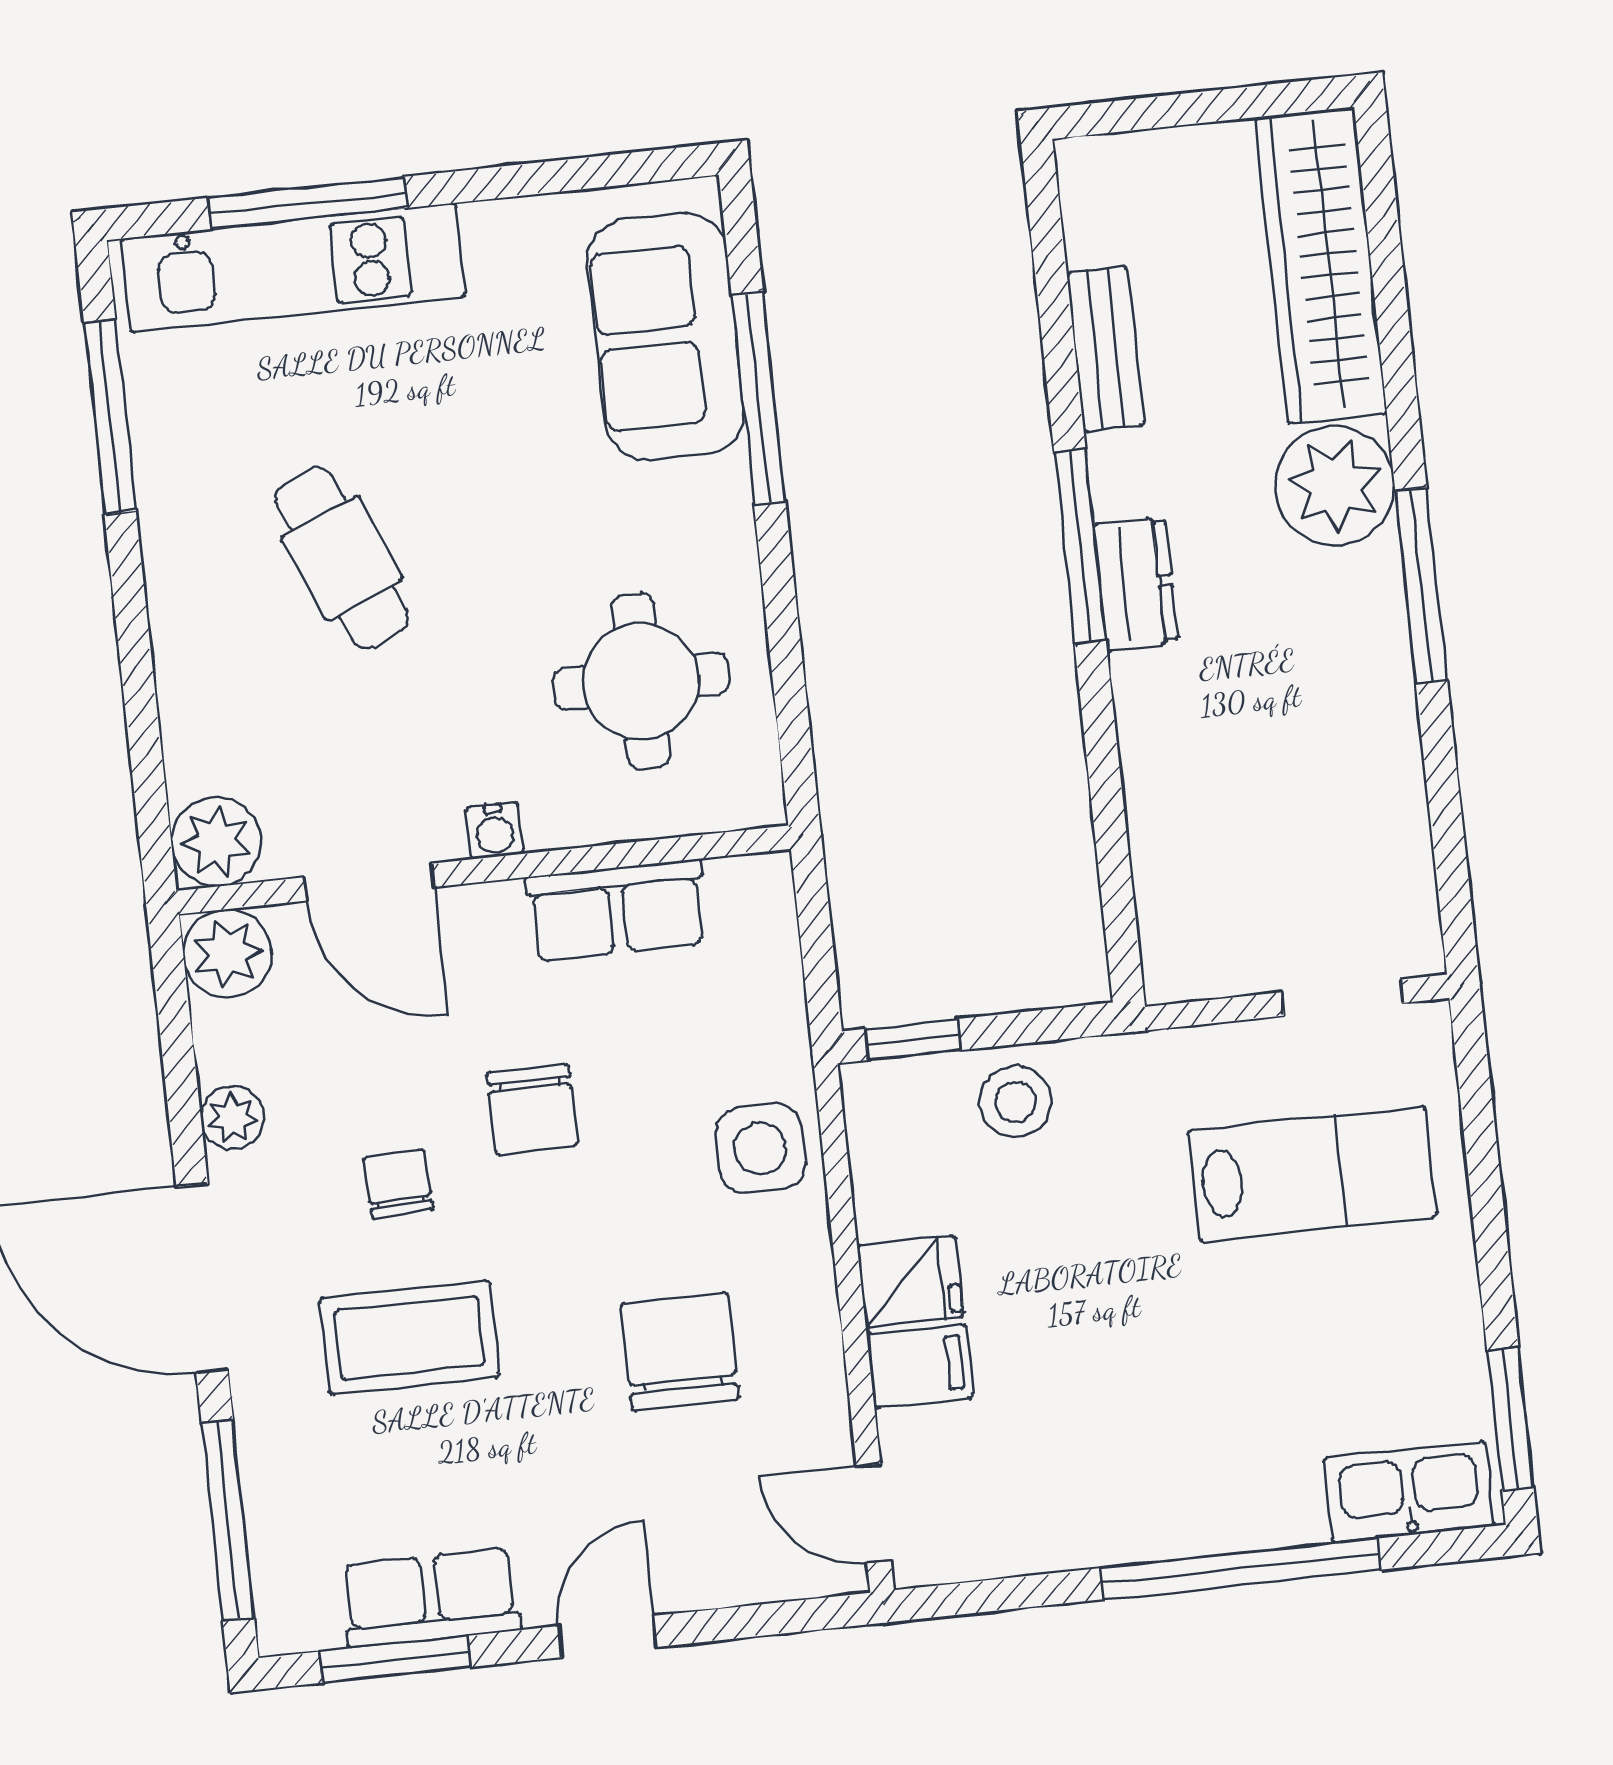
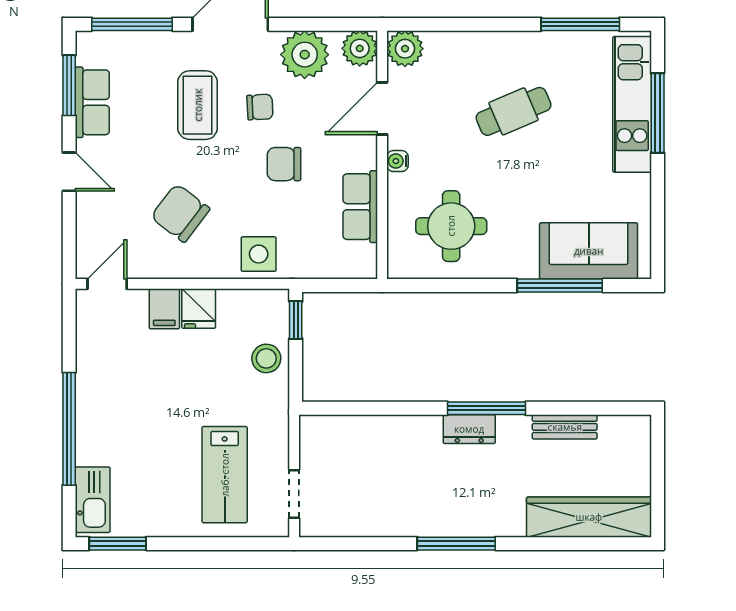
plant: (1335, 486) -> (500, 513), removed
plant: (232, 1118) -> (305, 55), width x1.88, depth x1.88
chair: (680, 1352) -> (180, 213), turned -143

